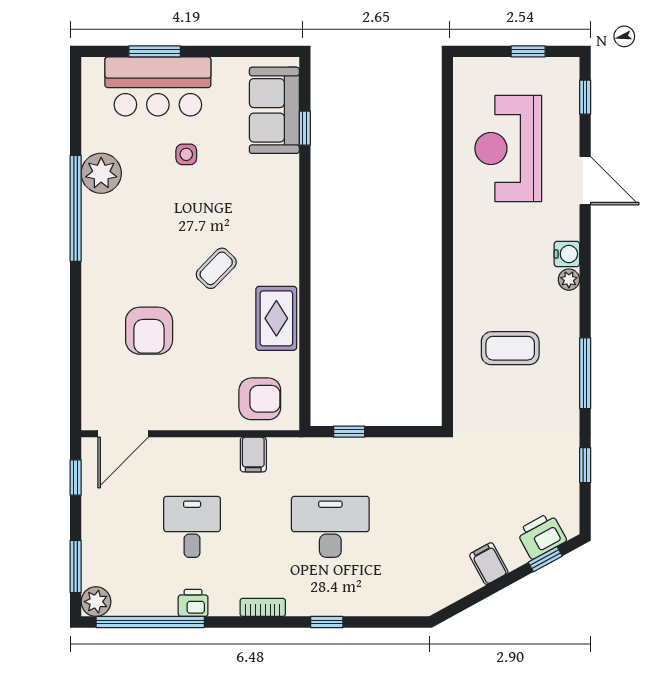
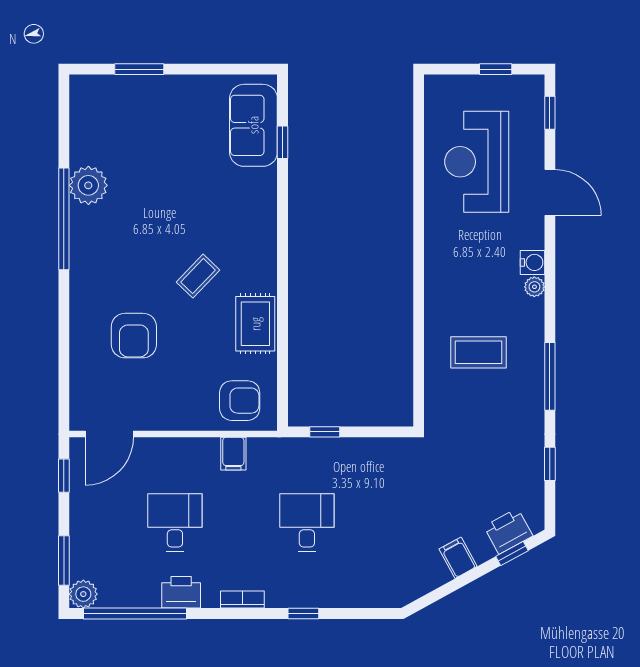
bar counter: (158, 86) -> (142, 103), removed
side table: (186, 154) -> (169, 167), removed
desk: (330, 527) -> (307, 523), width x0.73
printer: (193, 603) -> (181, 592), width x1.36, depth x1.24

